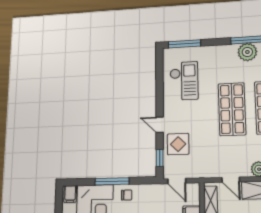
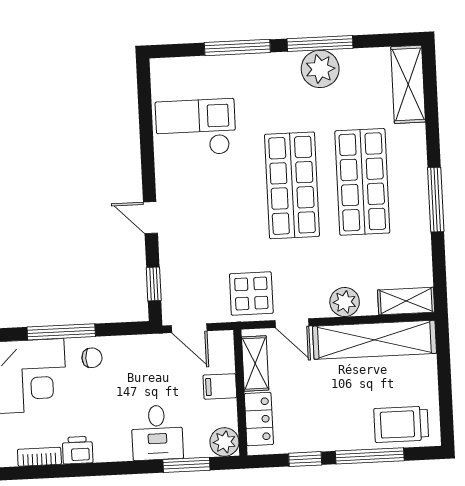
window: (184, 44) -> (237, 48), moved
checkout: (184, 81) -> (196, 128), turned -90
display table: (178, 144) -> (251, 294), moved

